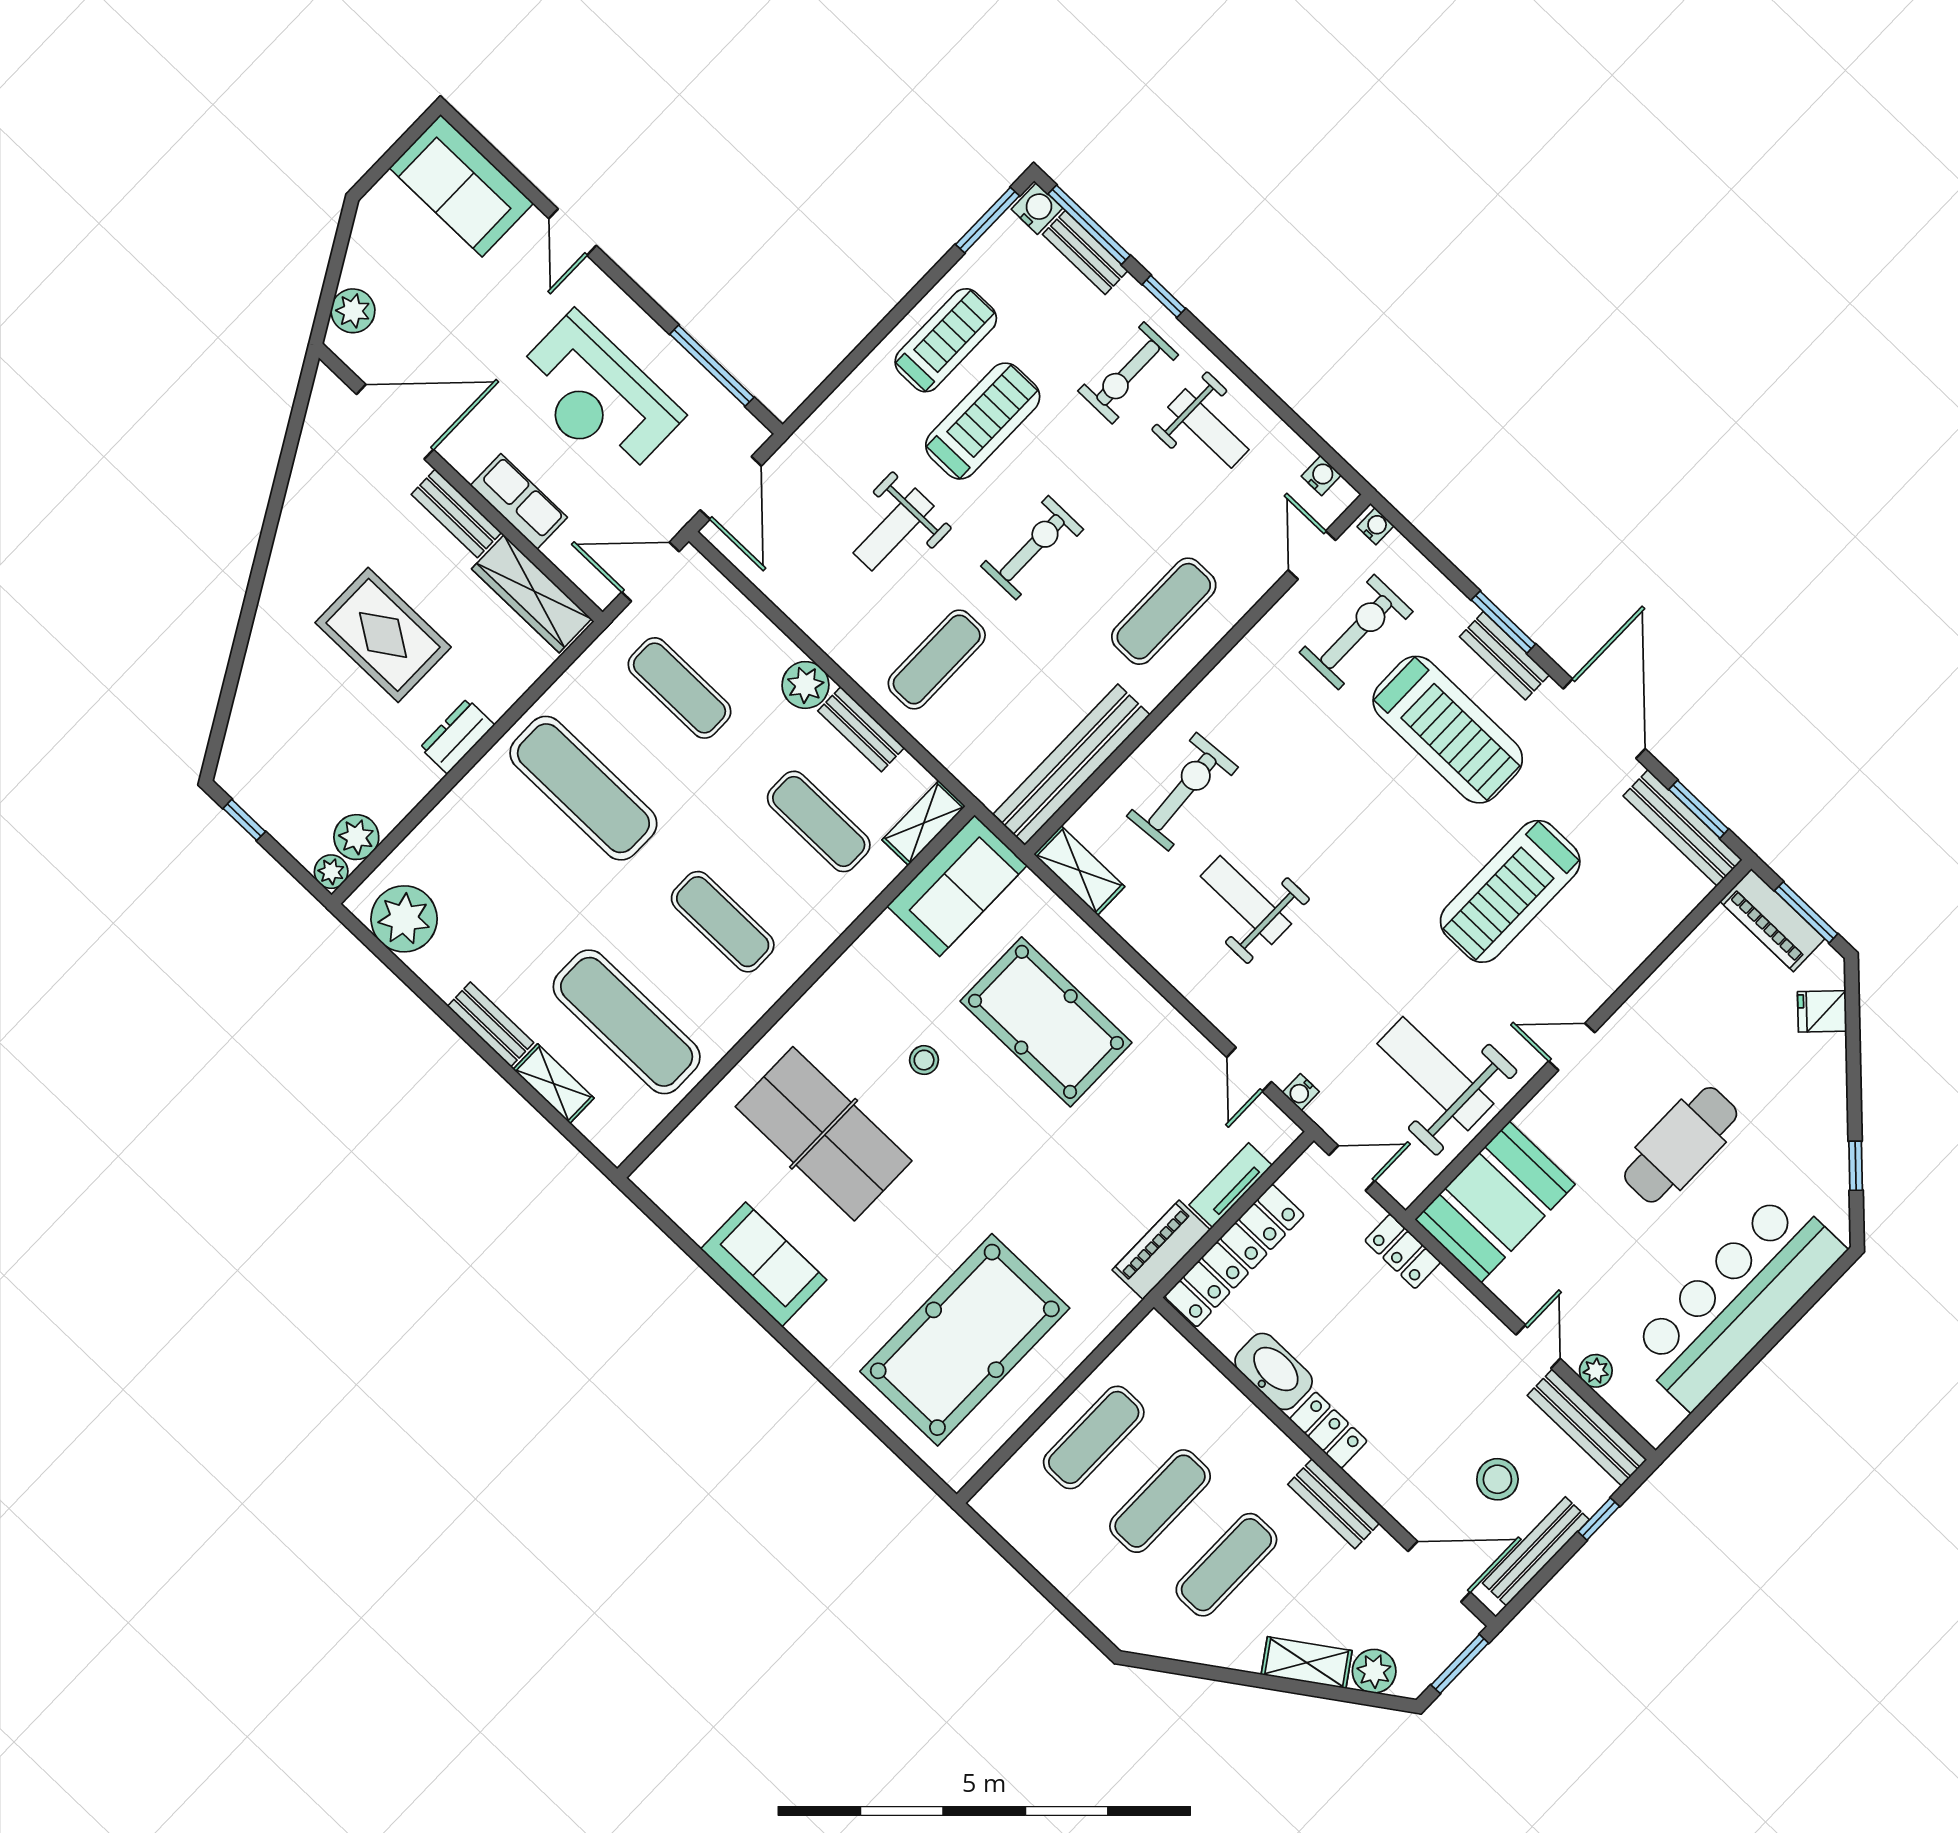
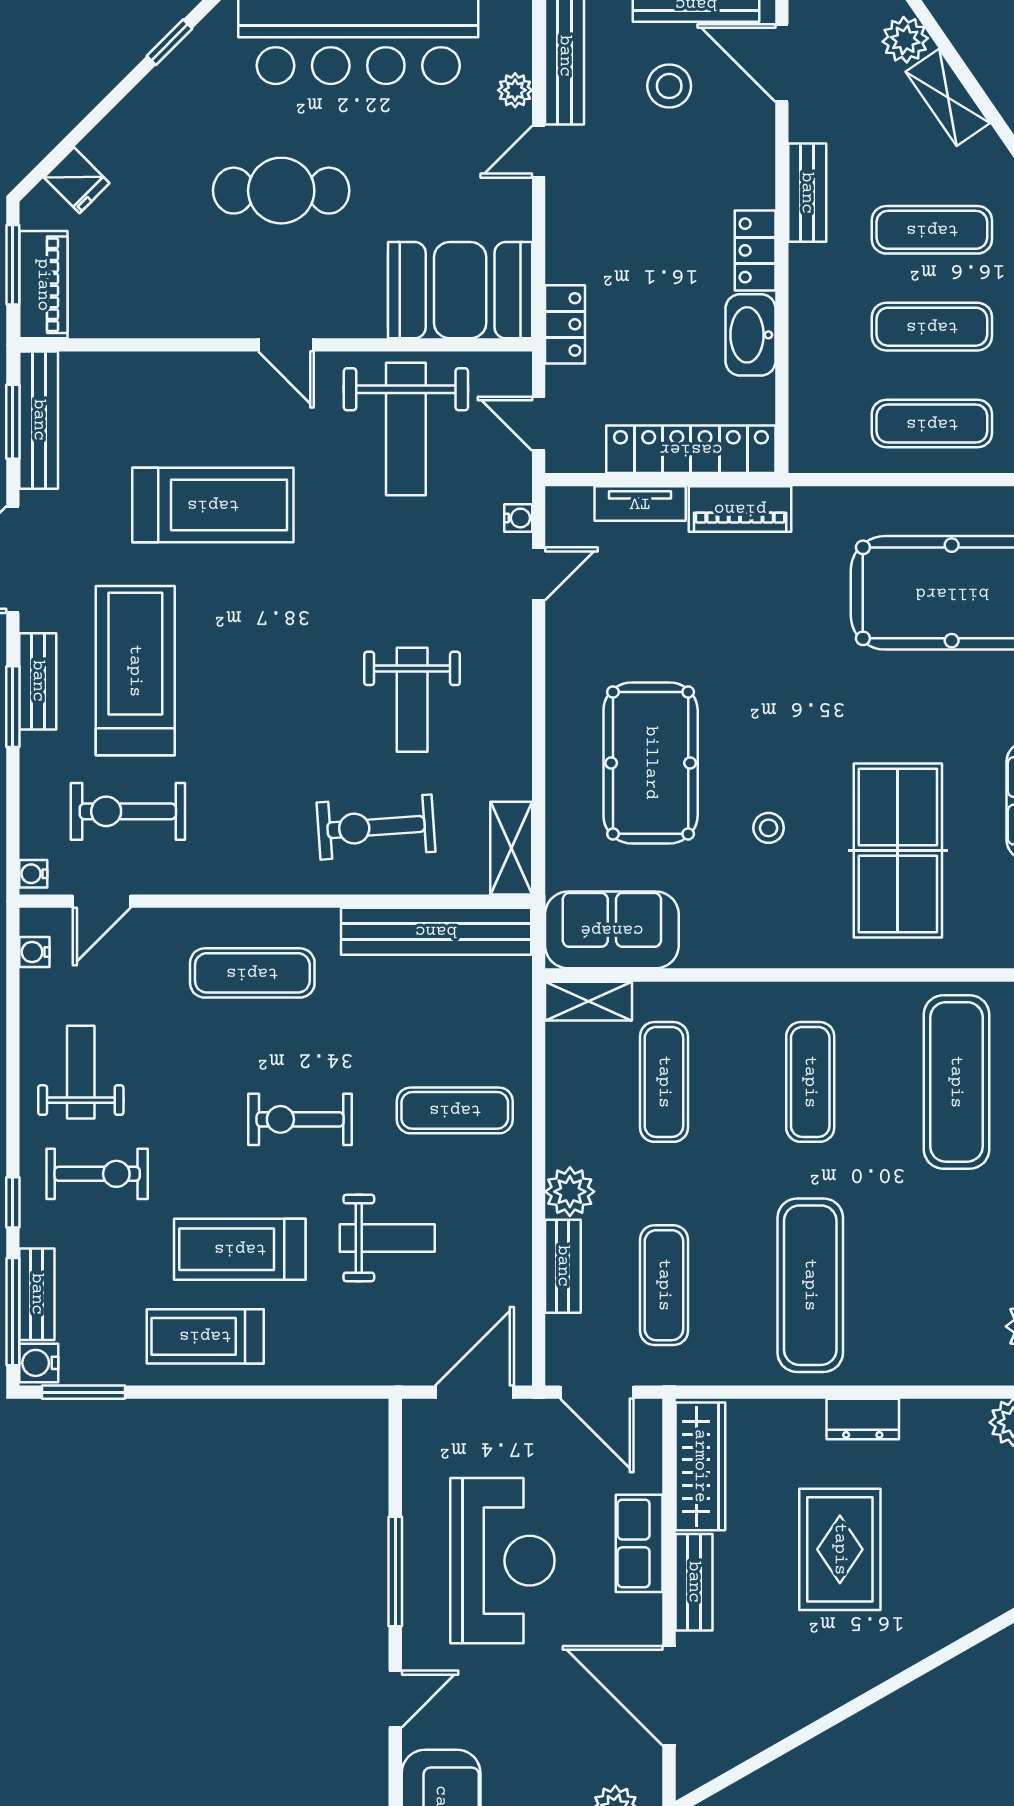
window: (712, 366) -> (395, 1571), moved
bench: (861, 729) -> (563, 1266), moved

